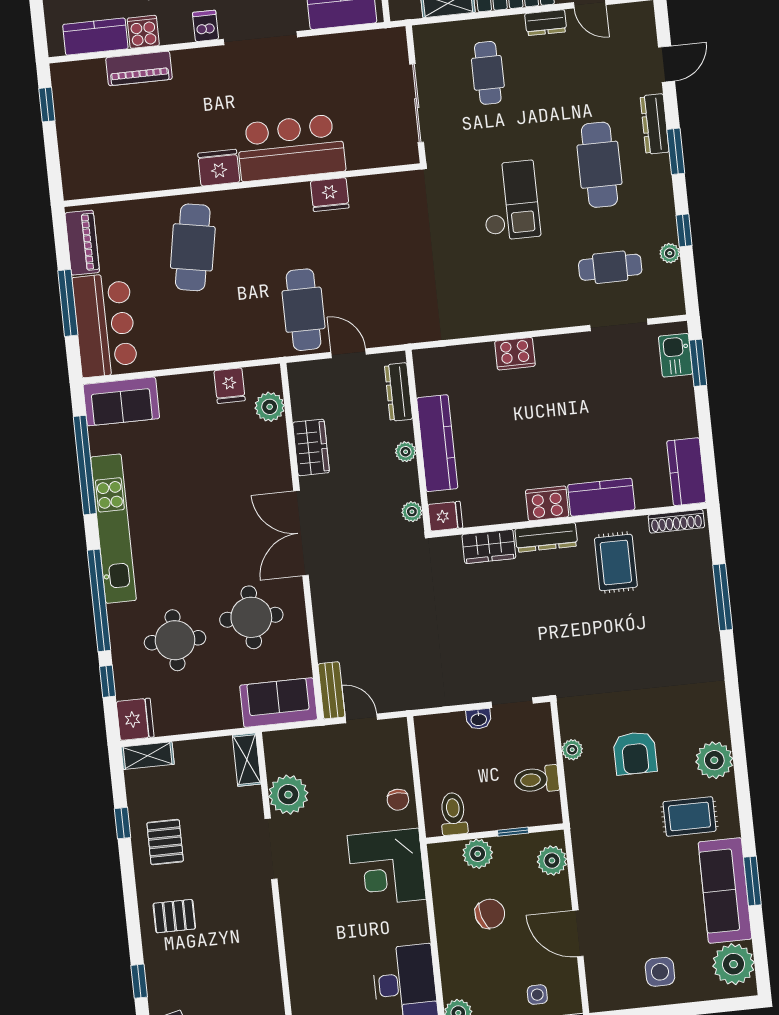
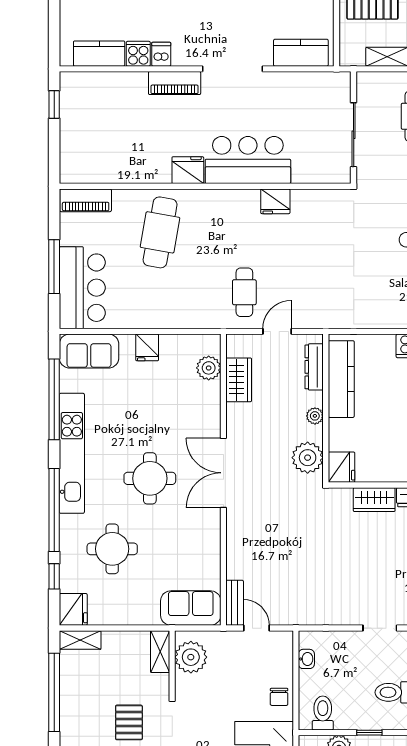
dishwasher: (205, 26) -> (161, 54), moved
piano: (139, 68) -> (175, 83), moved
piano: (82, 243) -> (86, 200), moved, turned 90
cafe table: (304, 310) -> (244, 292), width x0.73, depth x0.74
door: (349, 353) -> (277, 331), hinge flipped
fridge: (230, 386) -> (147, 347), moved
kitchen counter: (437, 443) -> (341, 379), moved
wardrobe: (311, 447) -> (239, 380), moved
plant: (412, 512) -> (308, 458), width x1.88, depth x1.88
fridge: (445, 516) -> (342, 467), width x1.38
round table: (251, 617) -> (150, 478), moved
washbasin: (479, 719) -> (306, 659), moved, turned -90
plant: (288, 795) -> (191, 657), moved
window: (122, 823) -> (54, 692), width x3.17
pallet: (165, 842) -> (129, 722), moved

